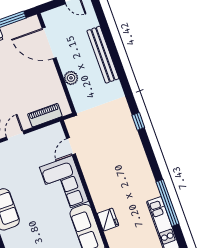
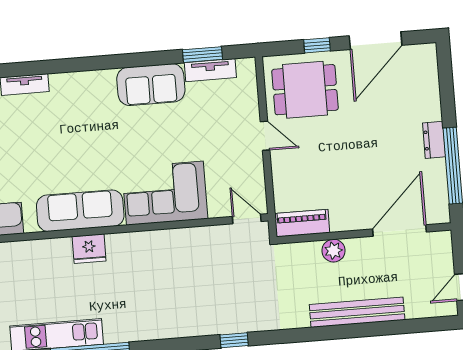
piano: (45, 115) -> (302, 223), moved, turned -90
door: (71, 146) -> (247, 219), moved

